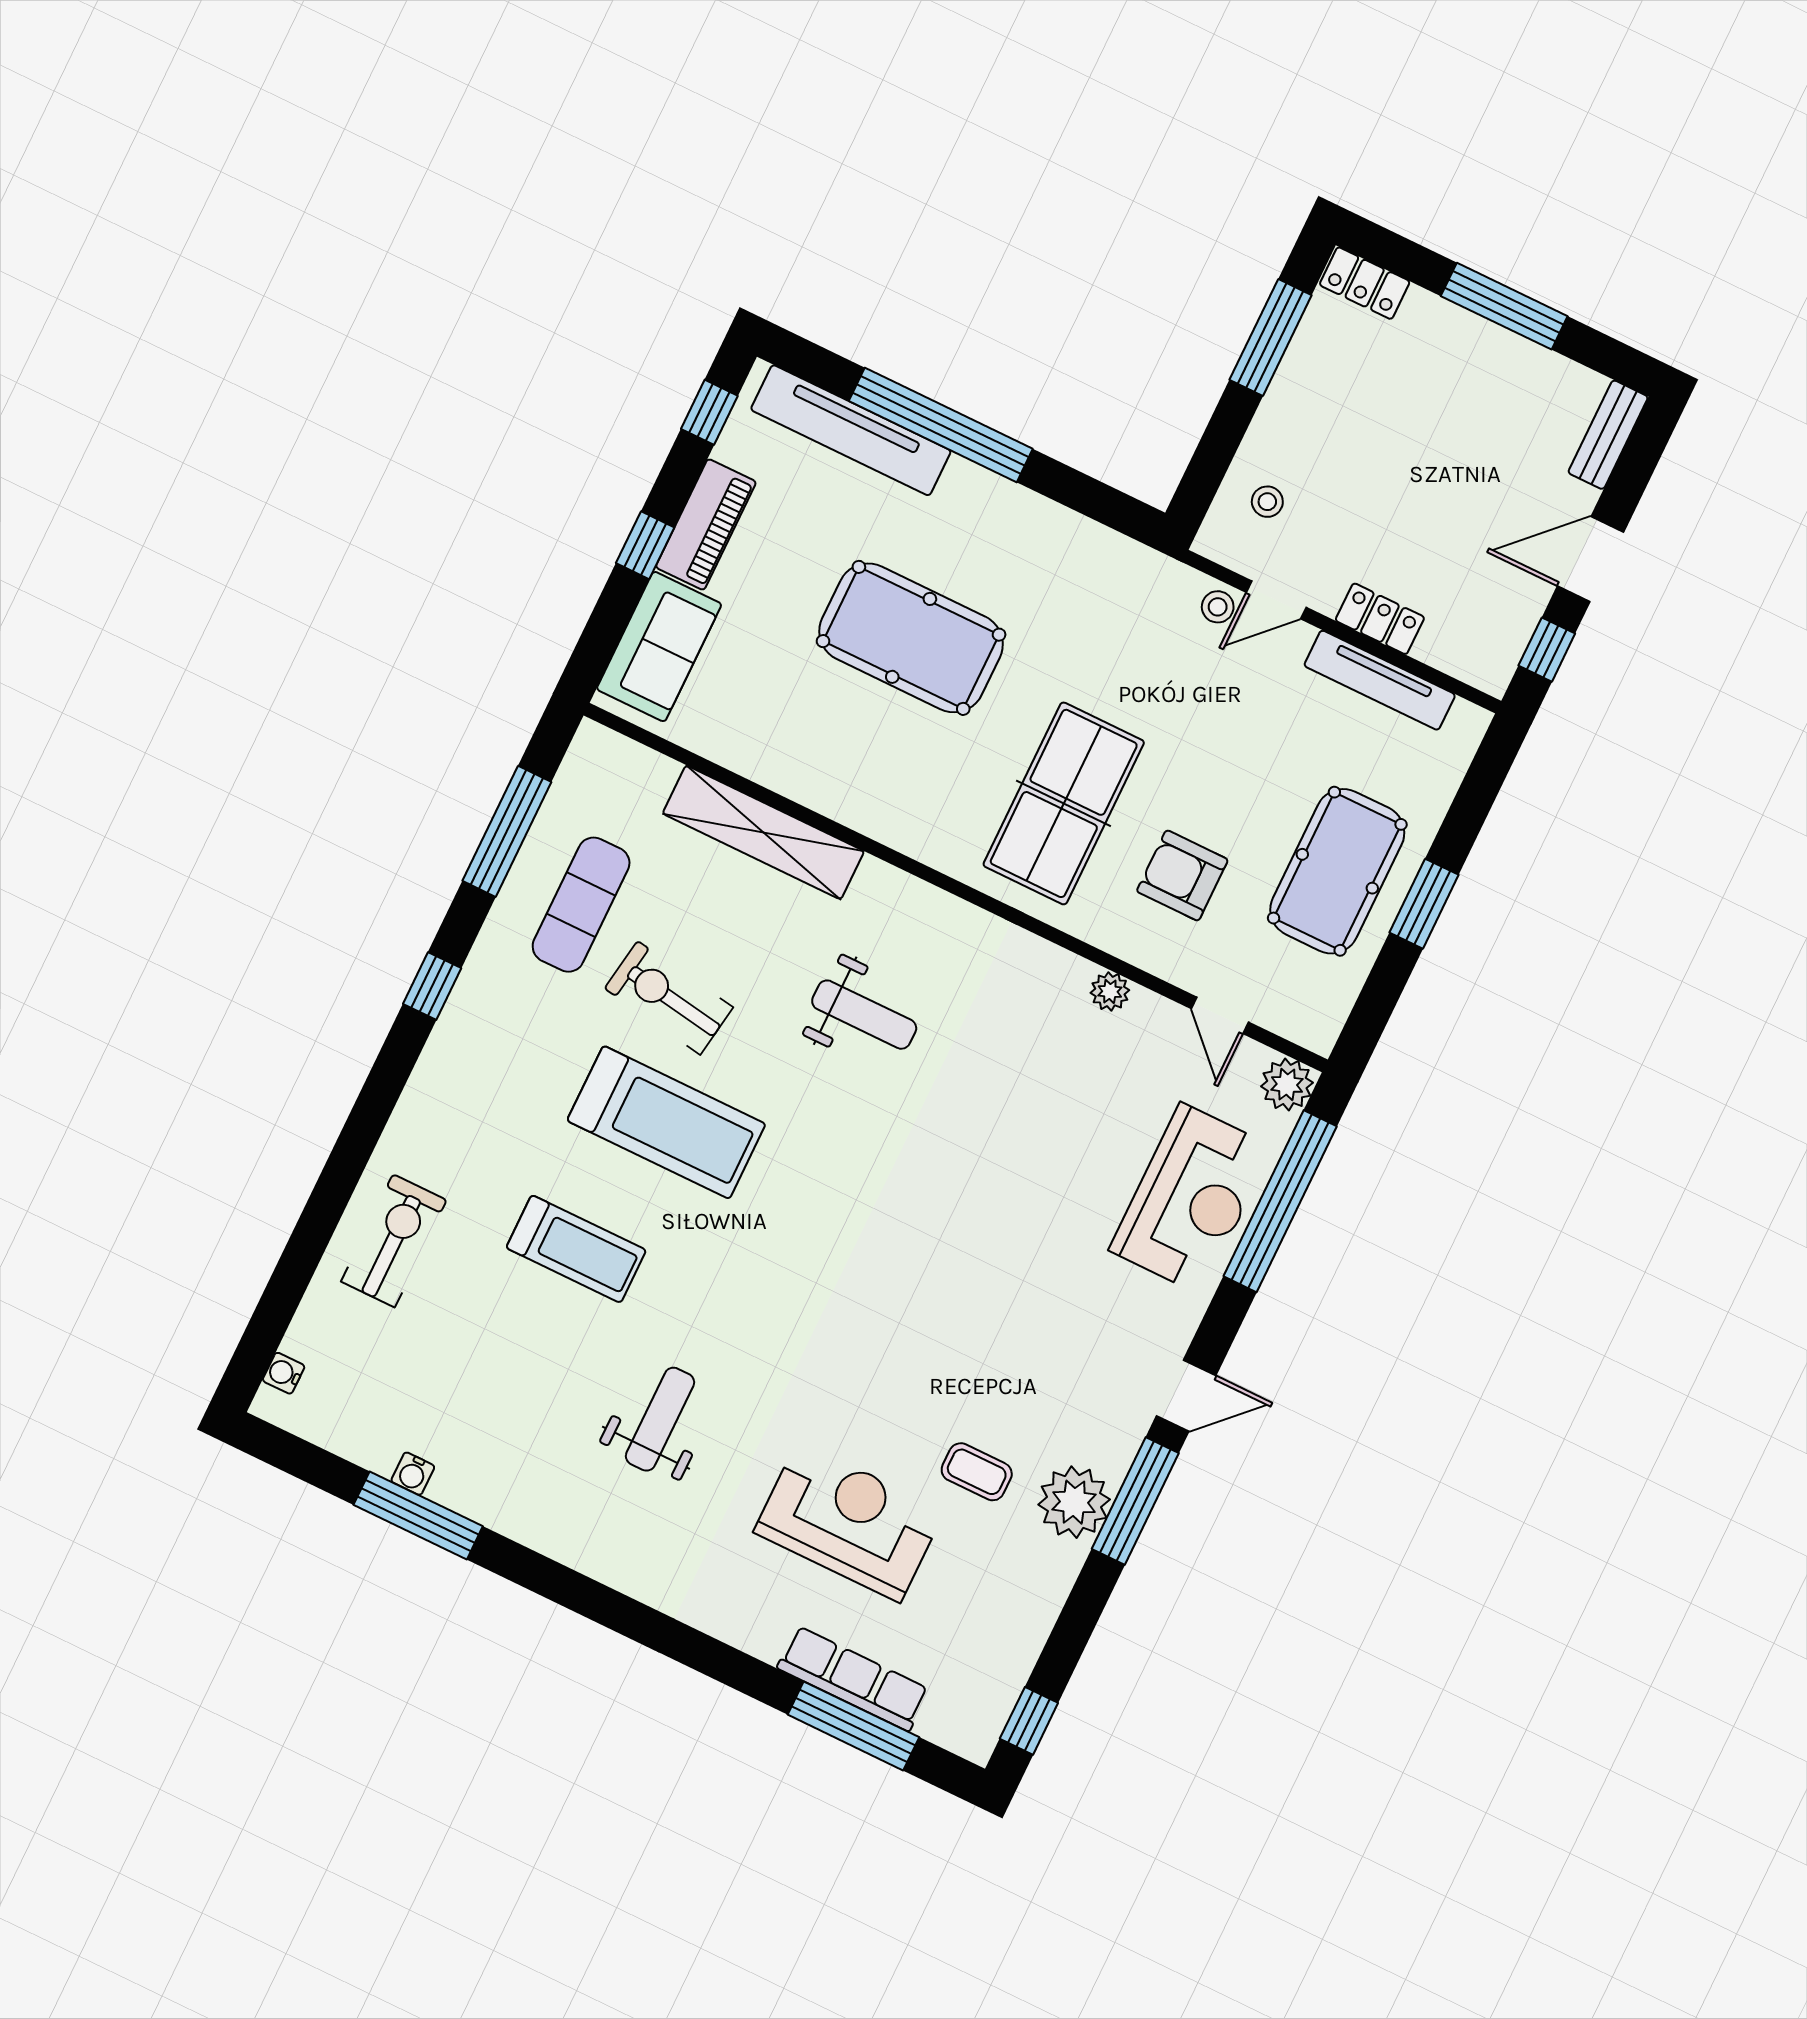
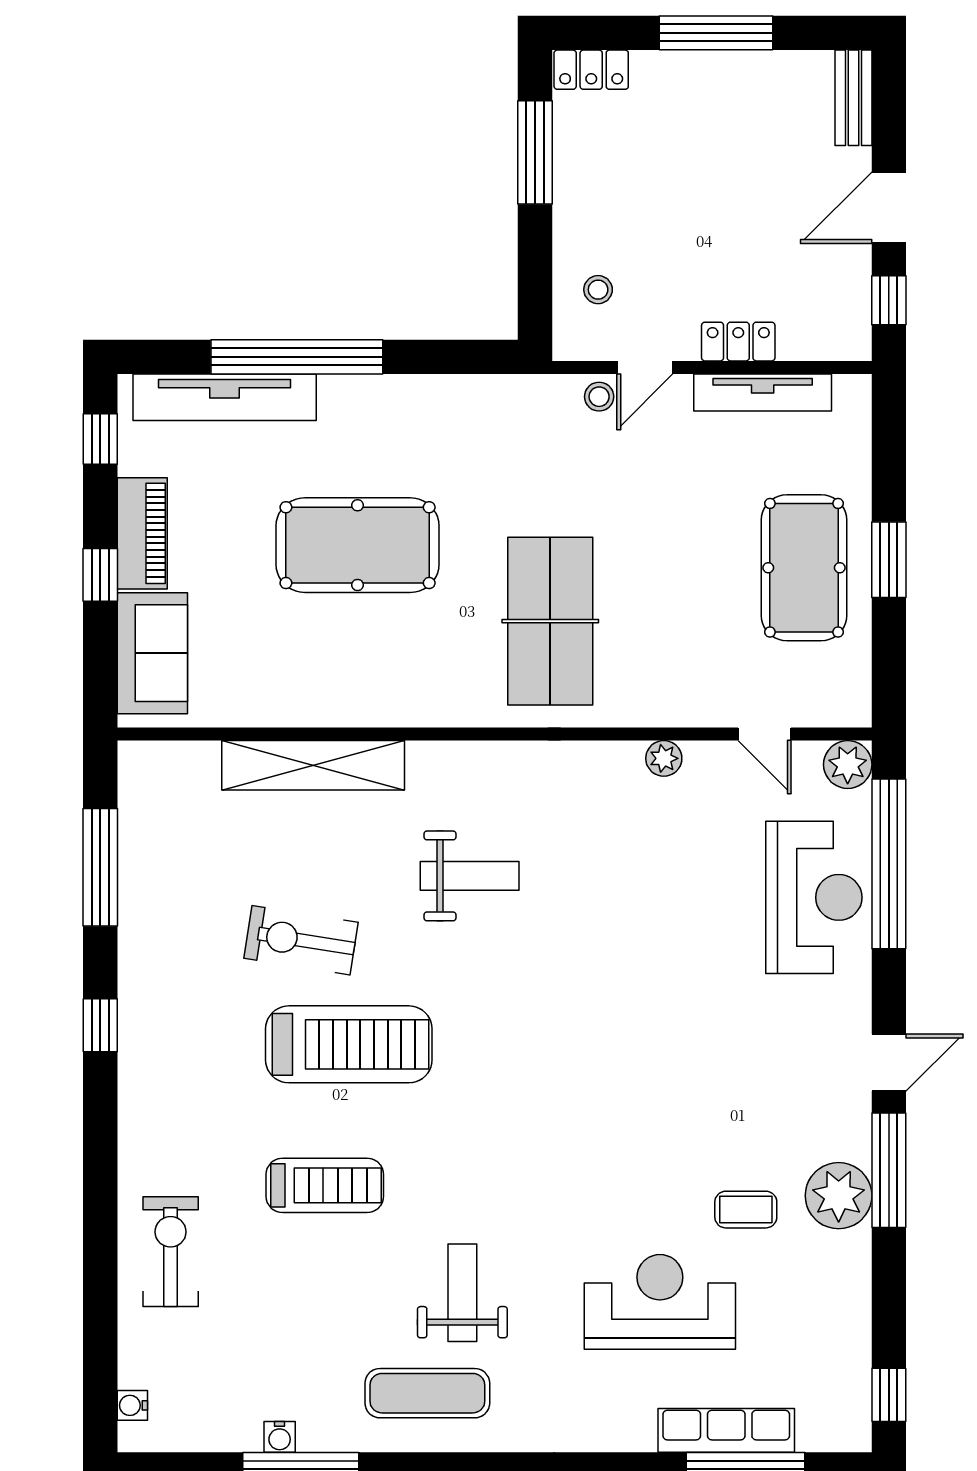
armchair: (1182, 875) -> (677, 633), removed
exercise mat: (581, 905) -> (427, 1393), moved, turned 90

